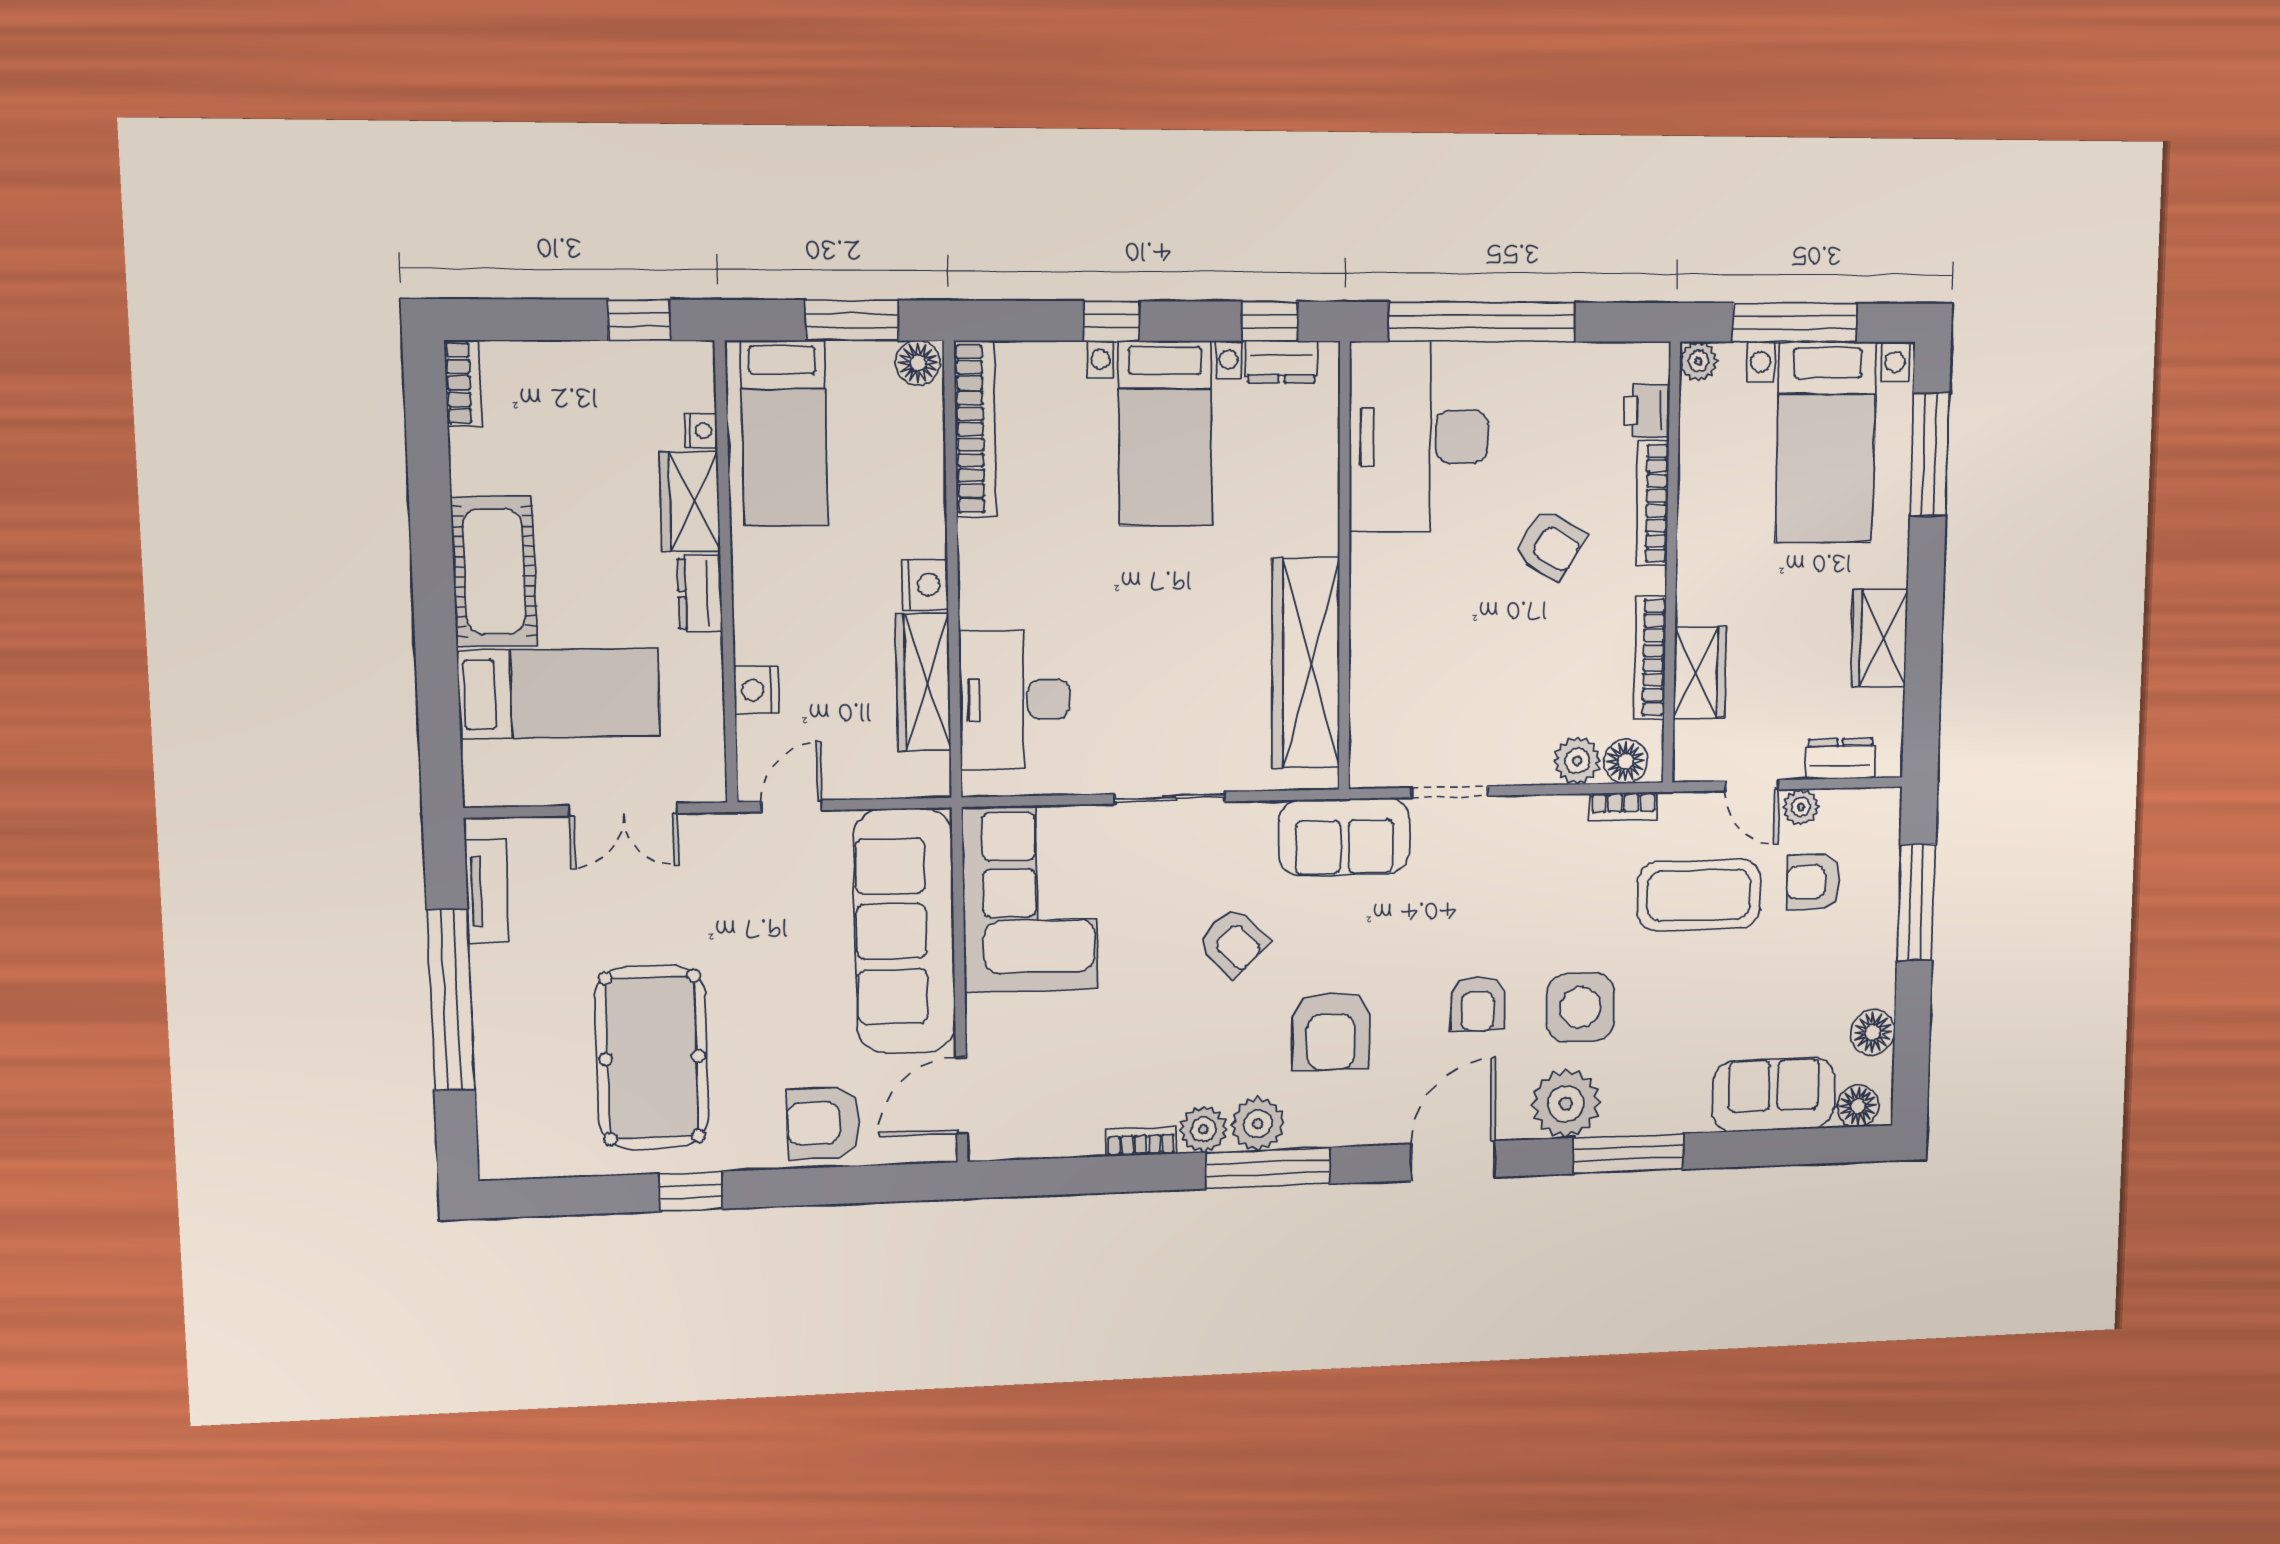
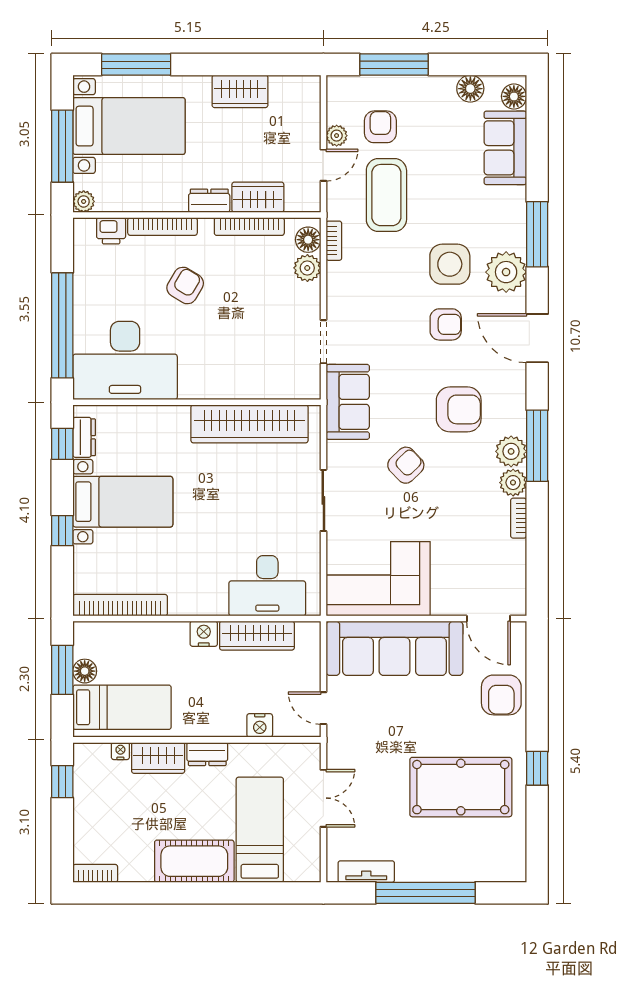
floor lamp: (918, 363) -> (85, 671), moved
dresser: (1840, 759) -> (209, 201), moved, turned 90
armchair: (1814, 882) -> (380, 127), turned 180

